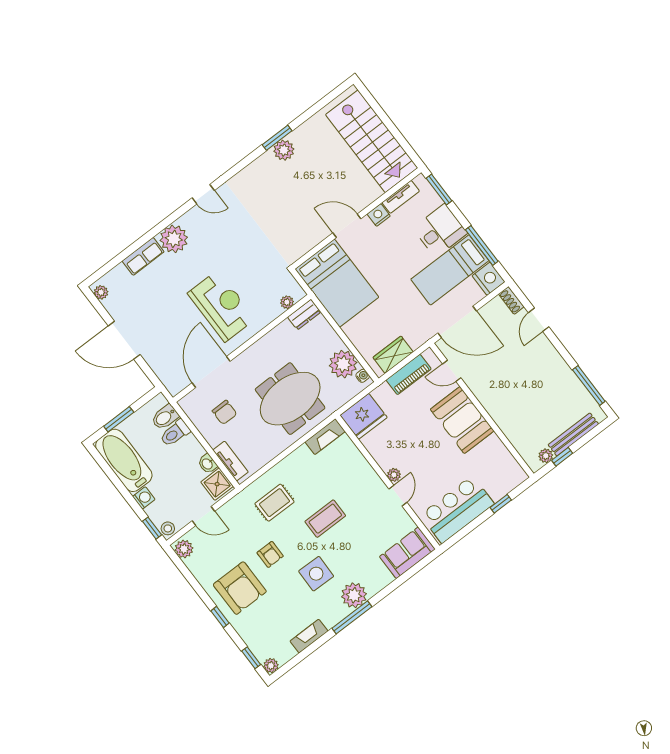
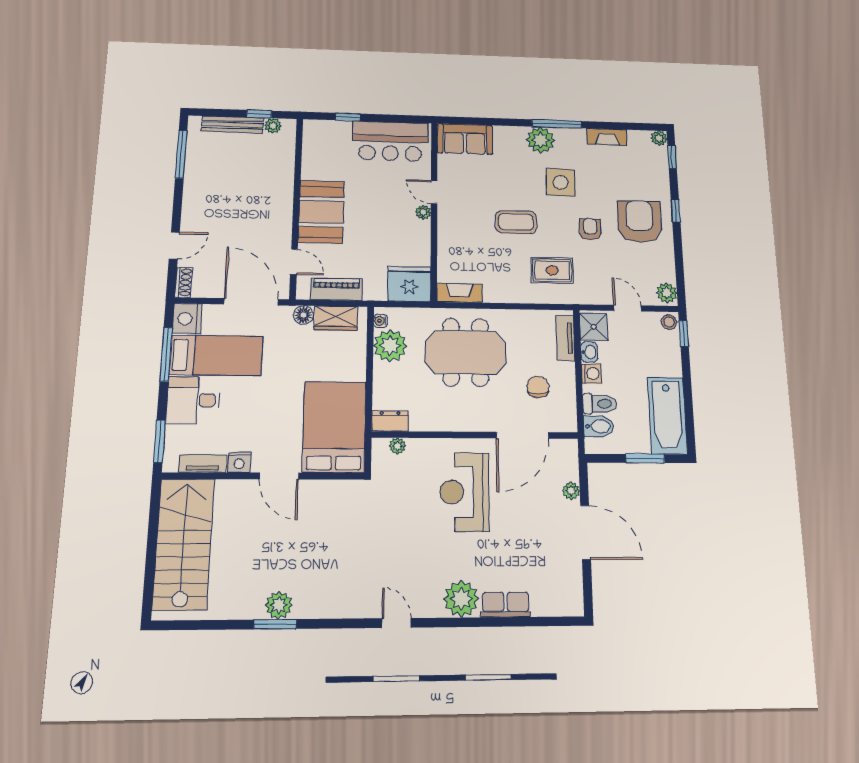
plant: (101, 292) -> (571, 491), moved
floor lamp: (416, 340) -> (303, 315), added
door: (398, 496) -> (434, 192), hinge flipped
washing machine: (144, 498) -> (591, 374), moved, turned 180

